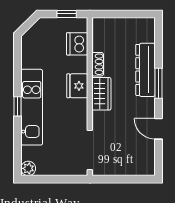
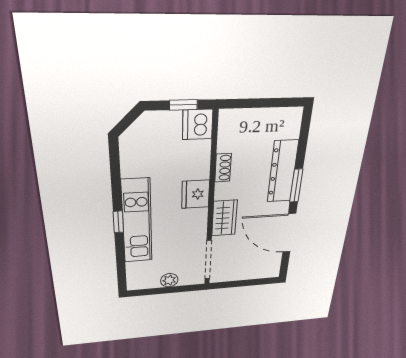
dishwasher: (77, 44) -> (198, 124), moved
wardrobe: (101, 94) -> (224, 218), moved
door: (158, 129) -> (289, 233), width x1.88
plant: (28, 168) -> (169, 280), moved

